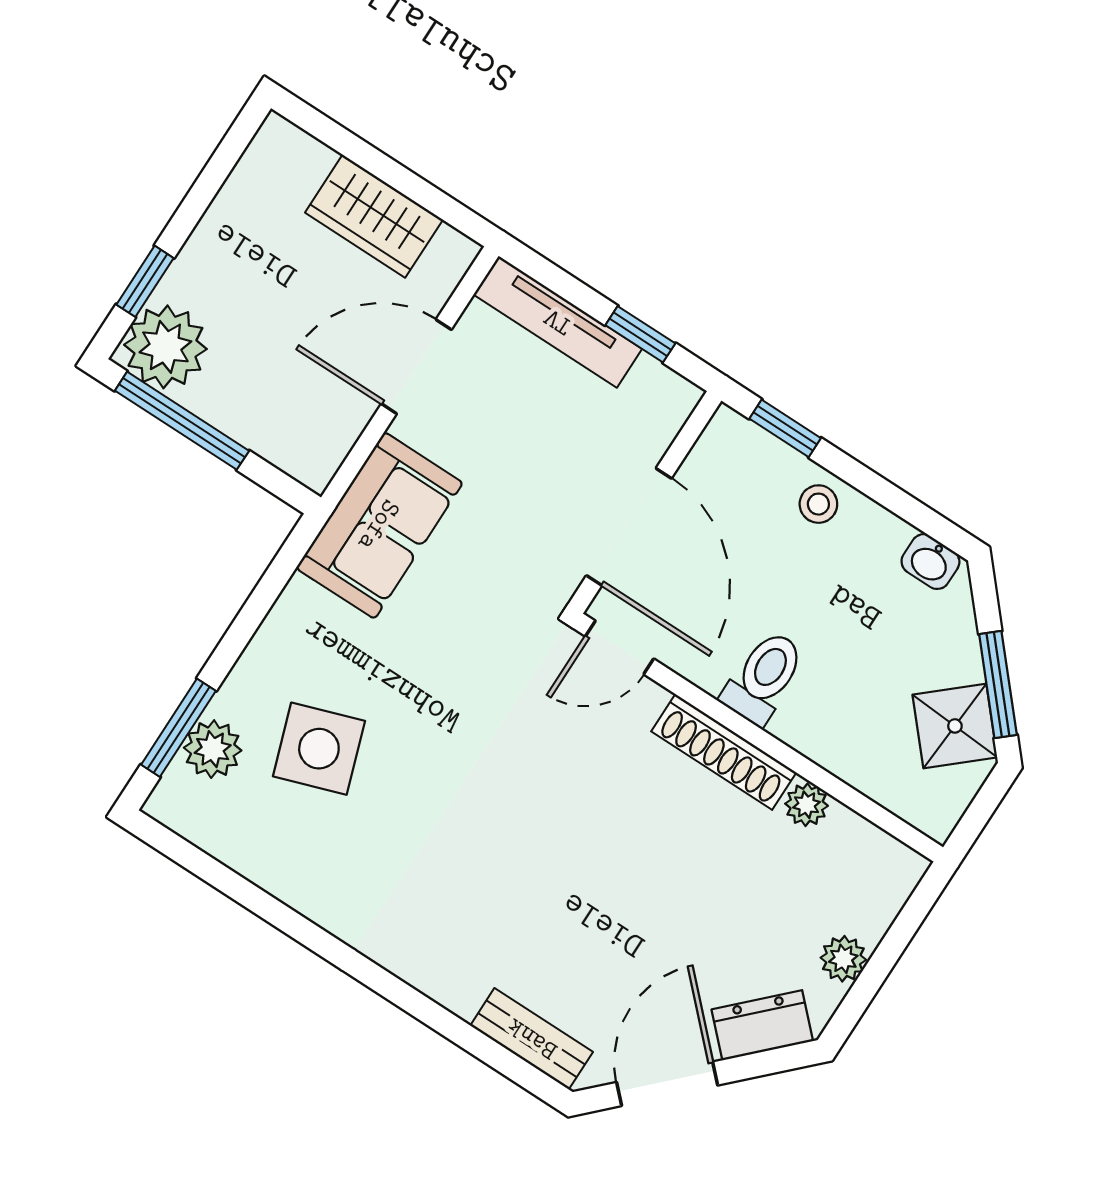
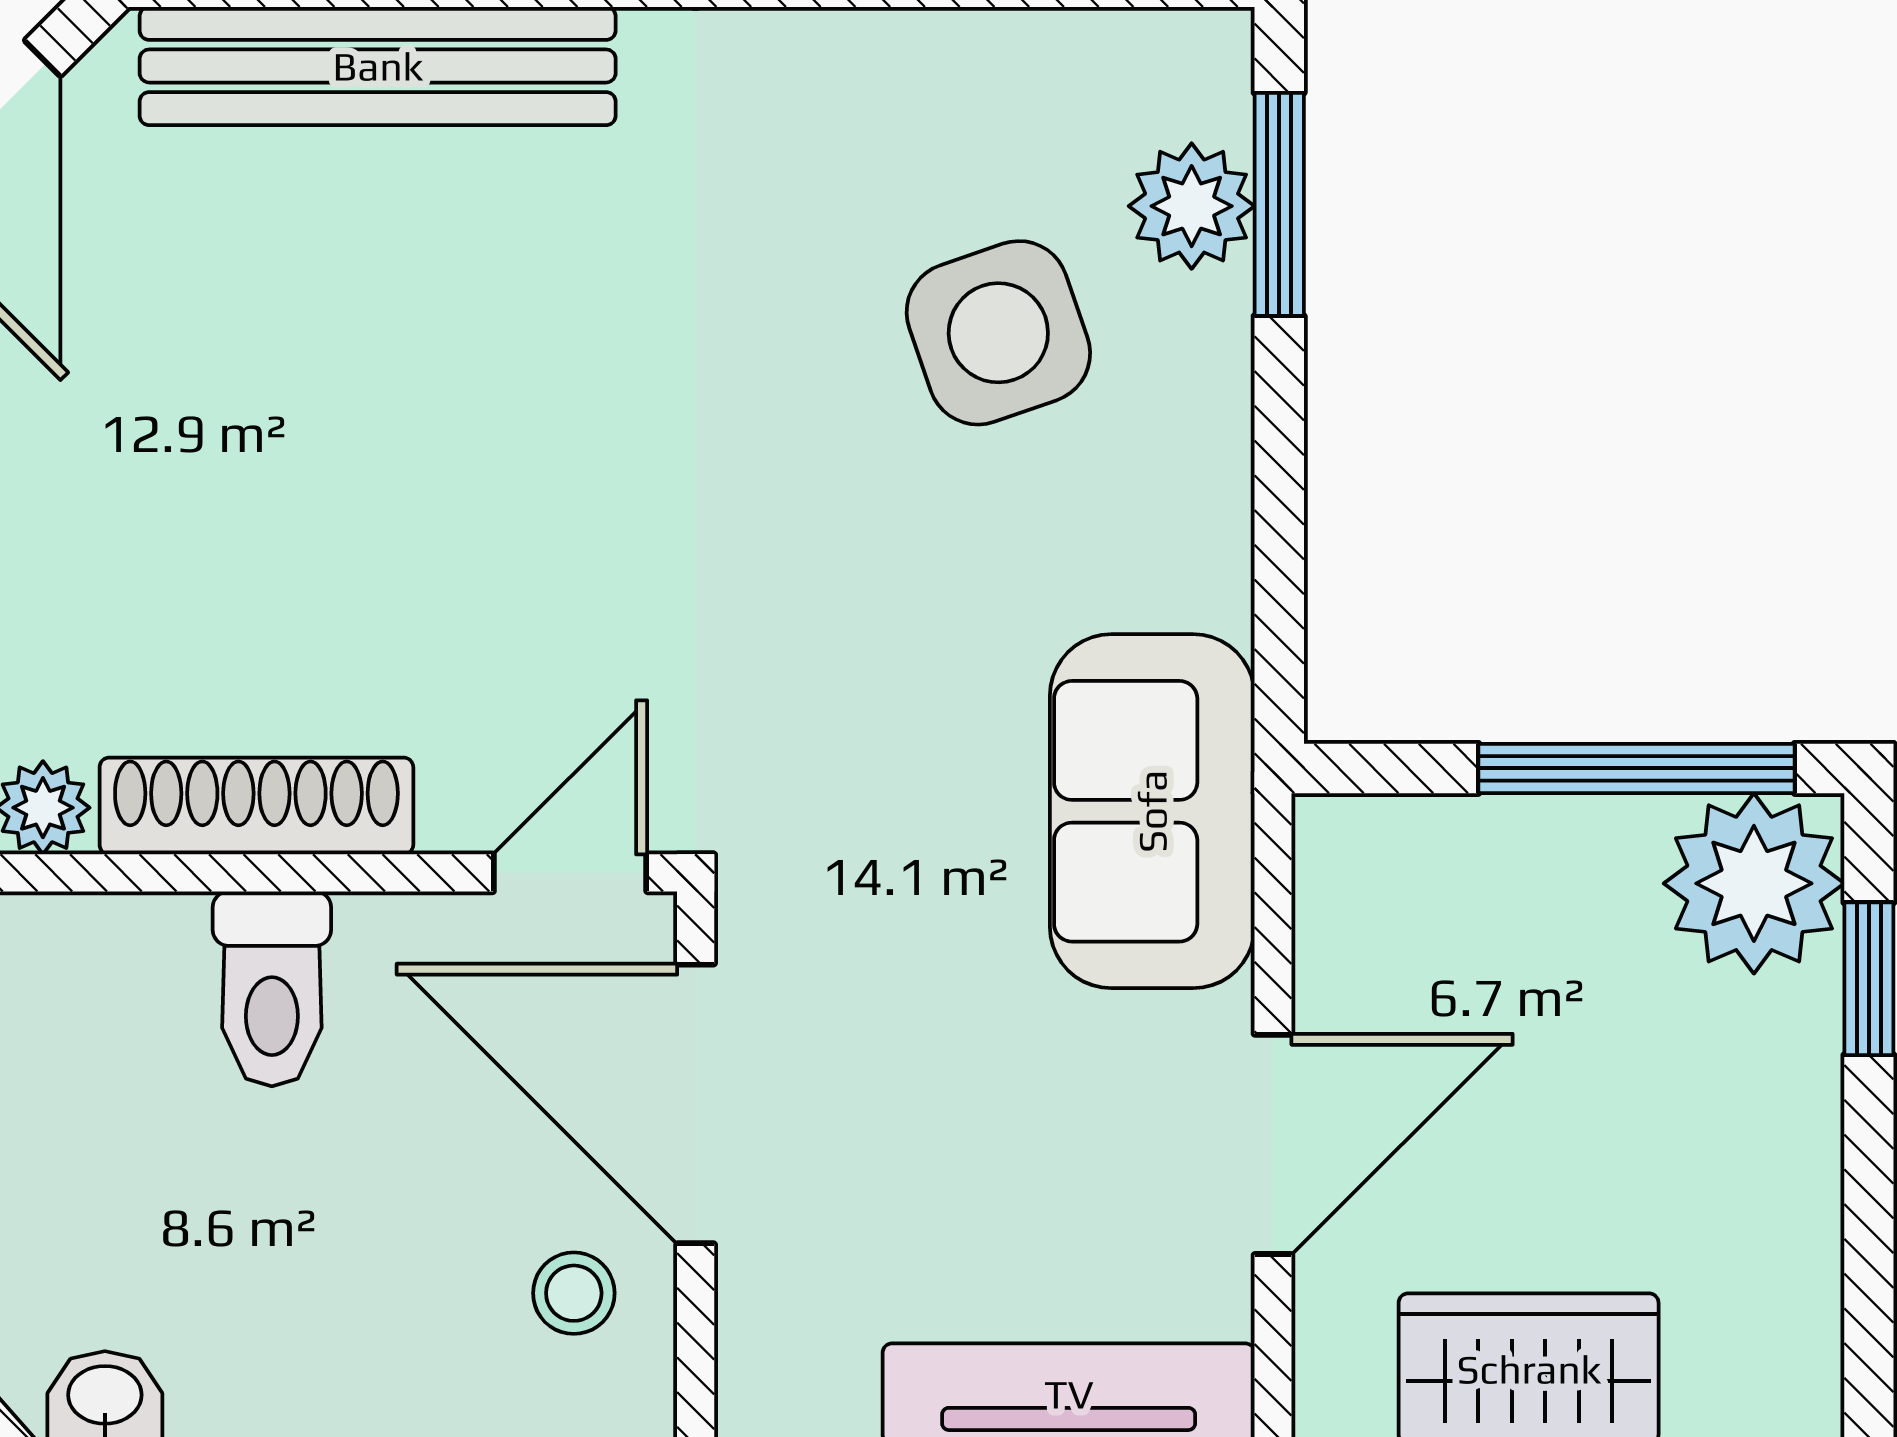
stool: (818, 504) -> (574, 1293), moved
bench: (532, 1039) -> (378, 66), width x1.86, depth x1.21

